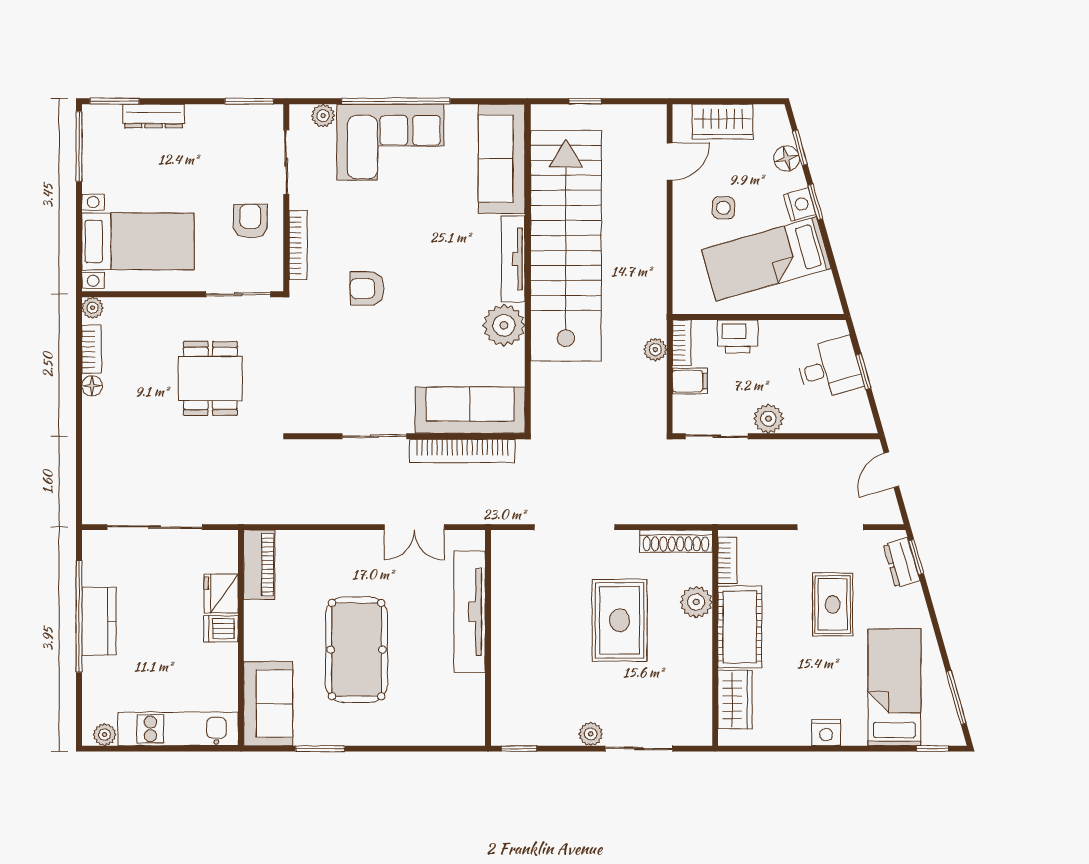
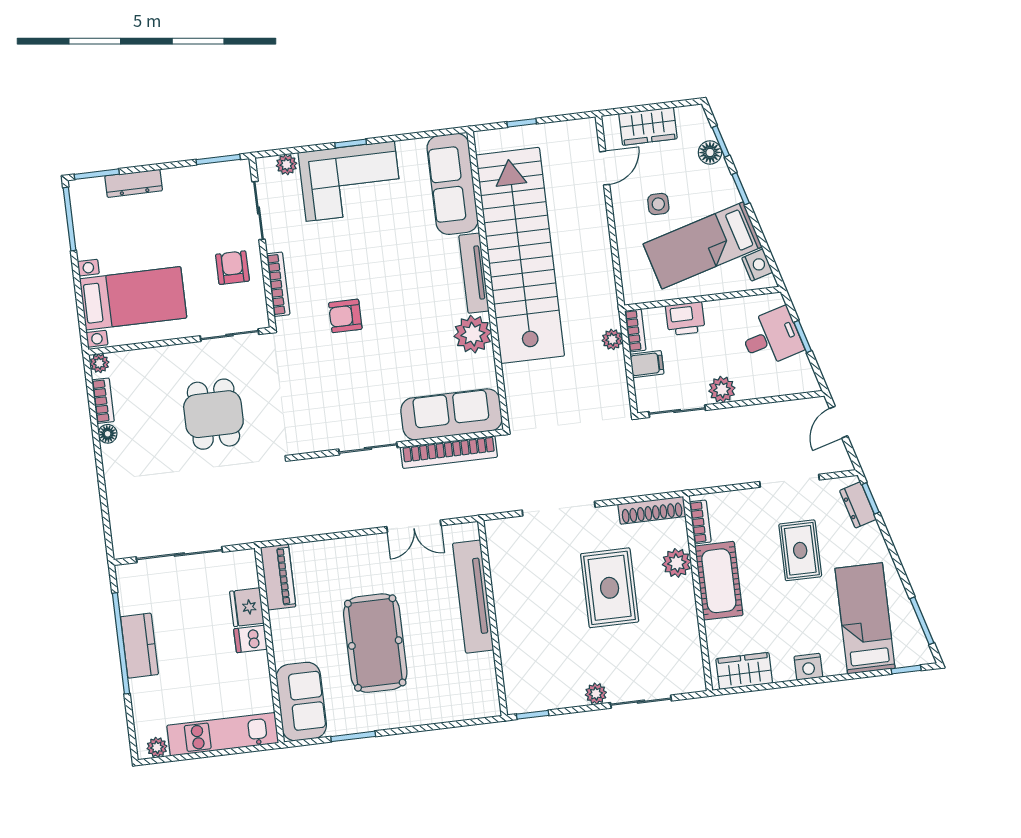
window: (396, 101) -> (351, 144), width x0.32
nightstand: (800, 205) -> (757, 265), moved
wardrobe: (735, 700) -> (744, 671), moved, turned -90

